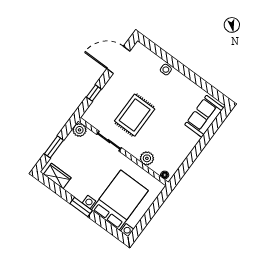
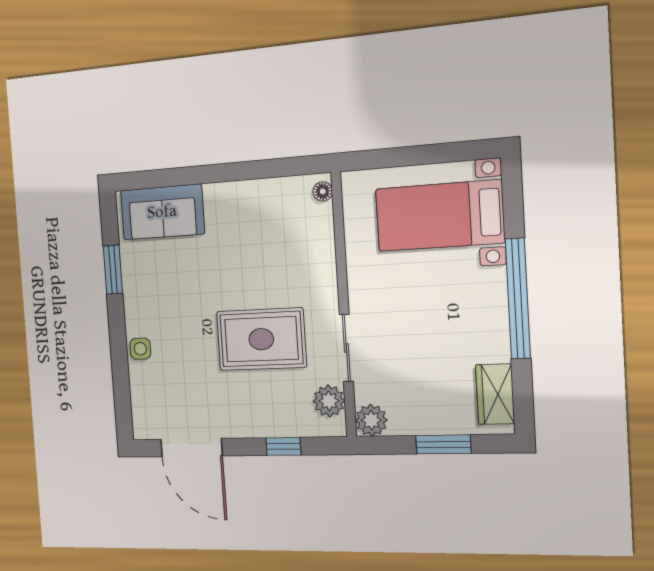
window: (200, 82) -> (113, 270), added
plant: (147, 158) -> (329, 401), moved
bed with nightstands: (120, 200) -> (440, 216), width x0.73
window: (81, 207) -> (518, 299), width x2.11

